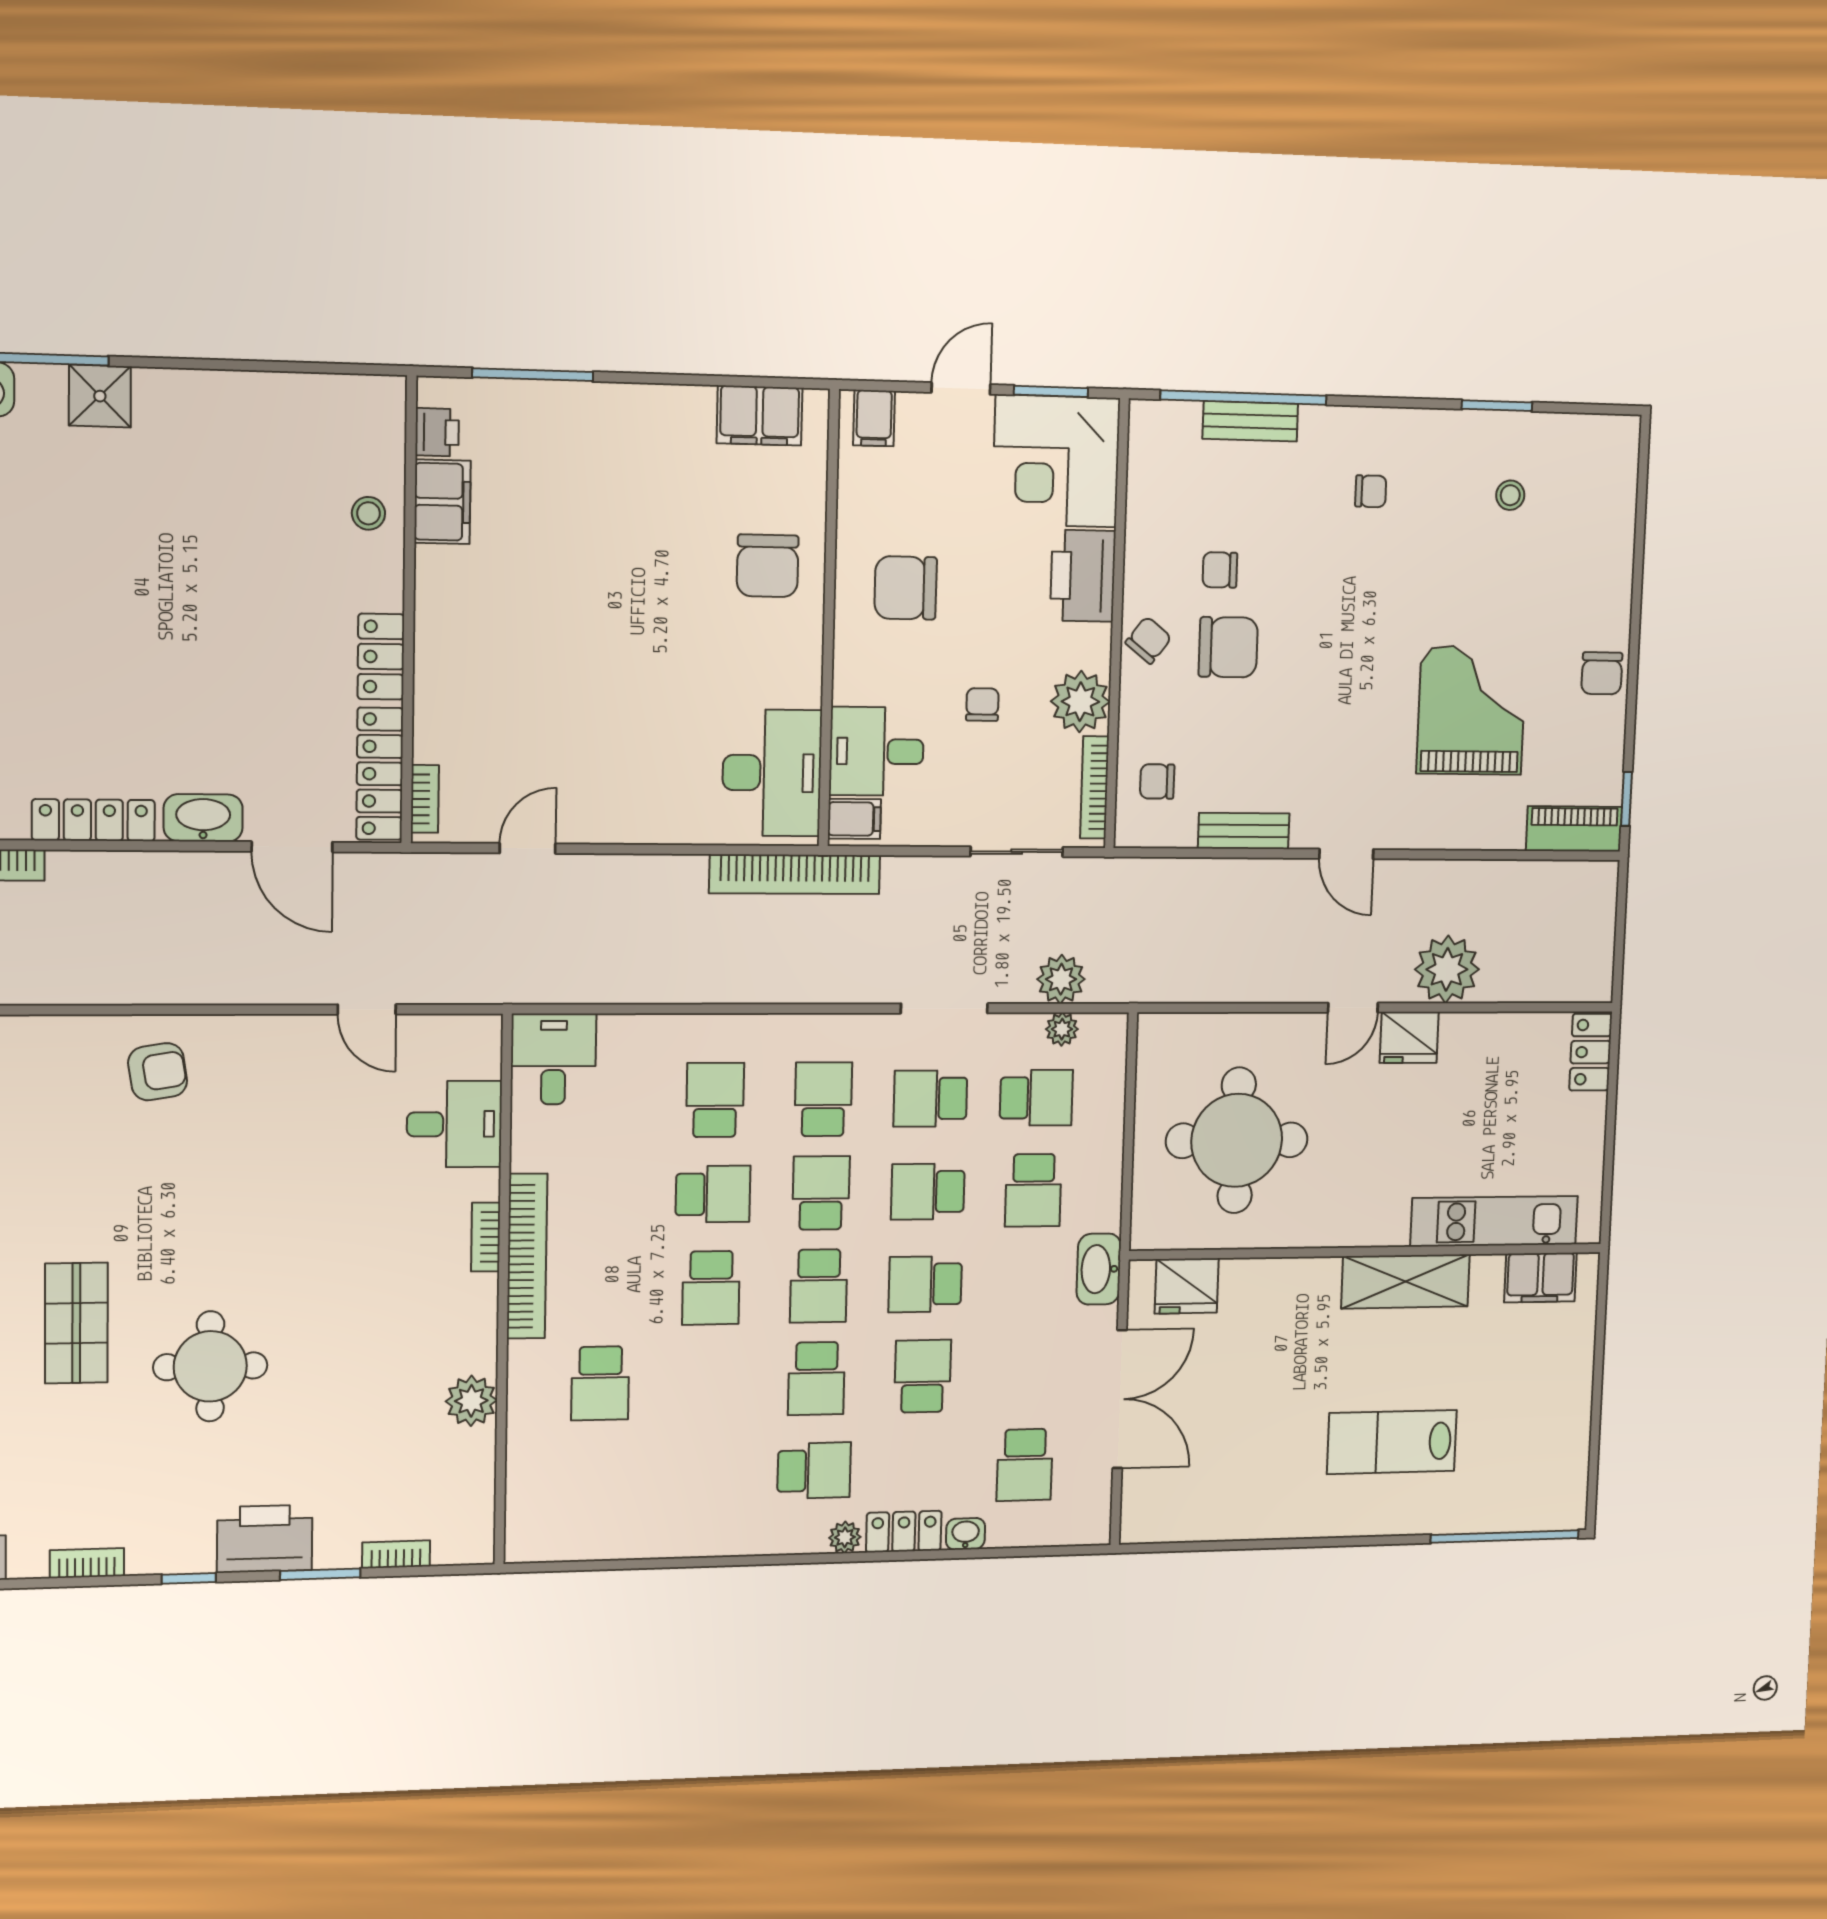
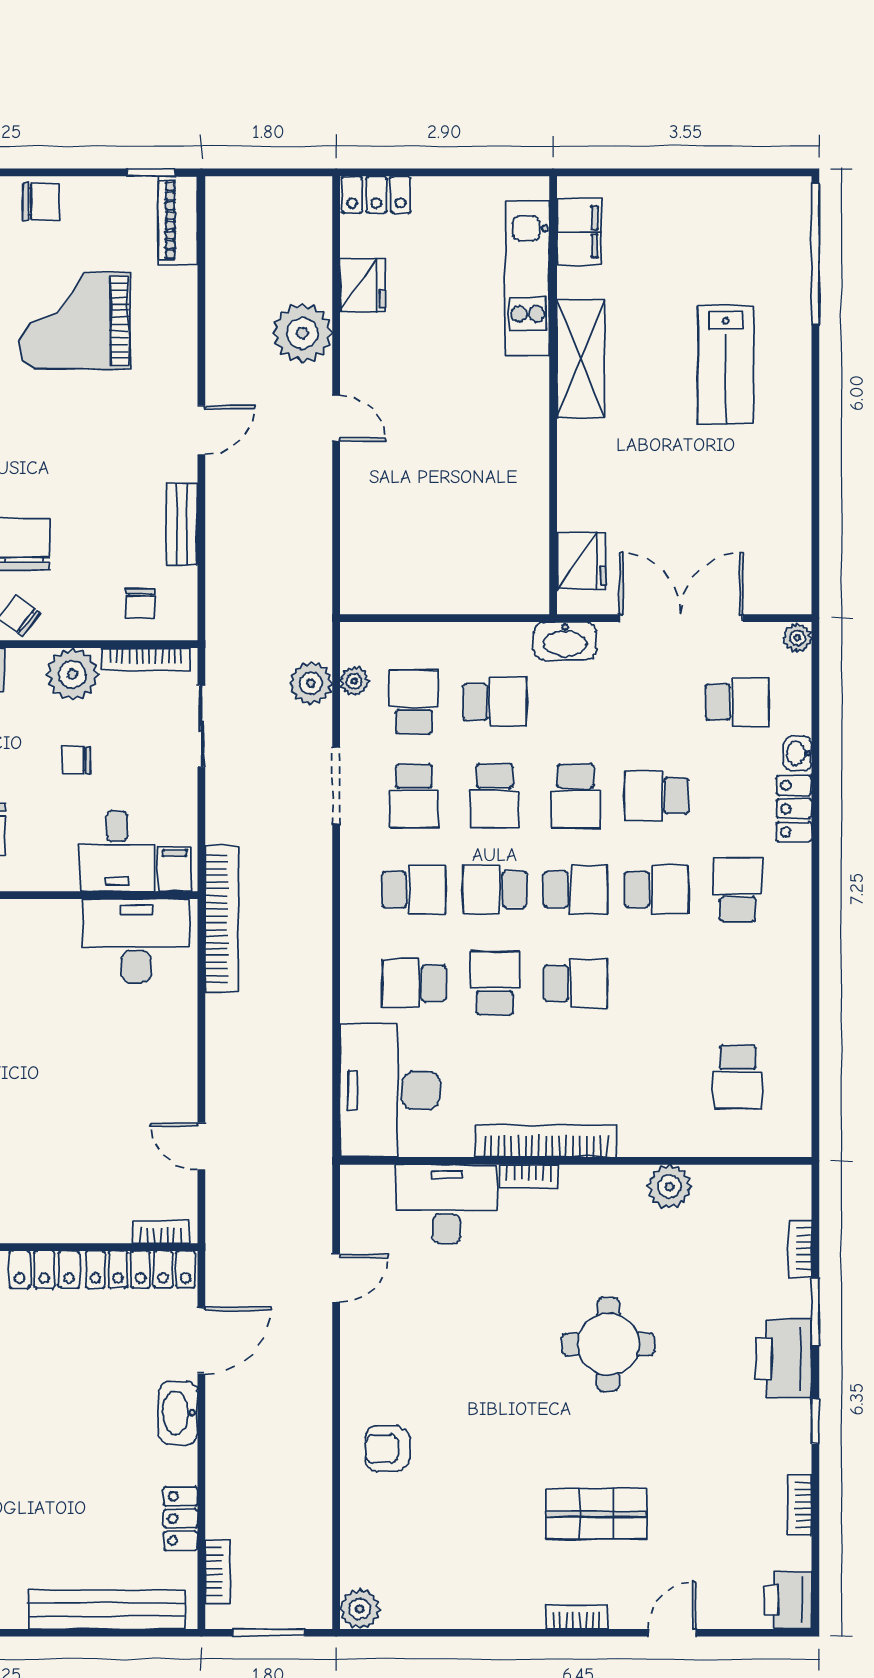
locker: (93, 820) -> (181, 1519), width x0.66
fridge: (1409, 1037) -> (363, 285), moved
desk: (553, 1059) -> (390, 1090), width x1.87, depth x1.30
armchair: (158, 1072) -> (387, 1449), turned -81
school desk: (823, 1099) -> (414, 889), turned 180
desk: (454, 1124) -> (446, 1204), width x1.37
round table: (1237, 1140) -> (453, 520), removed
round table: (210, 1366) -> (608, 1344), moved
school desk: (600, 1383) -> (738, 1077), moved, turned 90
plant: (845, 1537) -> (797, 638), moved

